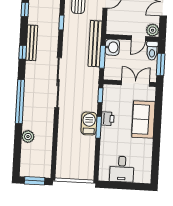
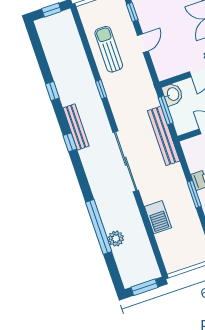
bench: (95, 44) -> (164, 136), moved
window: (100, 95) -> (181, 156), removed
window: (20, 101) -> (99, 227), moved
barbecue: (89, 124) -> (158, 217), moved, turned 180

